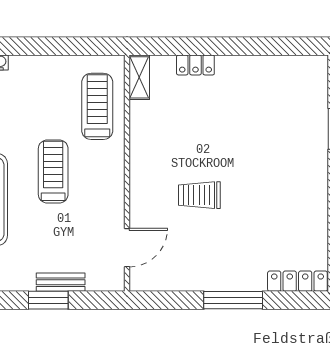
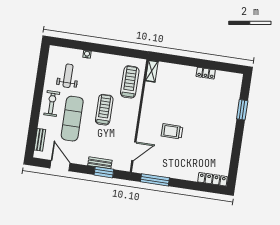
locker: (195, 65) -> (206, 73), moved
window: (48, 300) -> (104, 172), moved
window: (233, 300) -> (155, 180), moved

